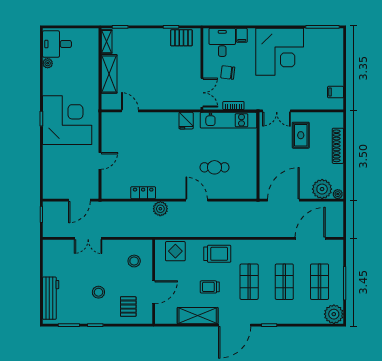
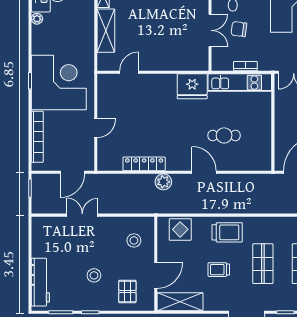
double door: (202, 93) -> (210, 30), moved
door: (130, 111) -> (129, 72), hinge flipped
fridge: (186, 121) -> (192, 86), width x1.88, depth x1.34
bookcase: (48, 168) -> (37, 137), added
locker: (143, 193) -> (144, 164), width x1.53
double door: (88, 238) -> (82, 215), swing flipped
shelving: (198, 316) -> (180, 302), moved

